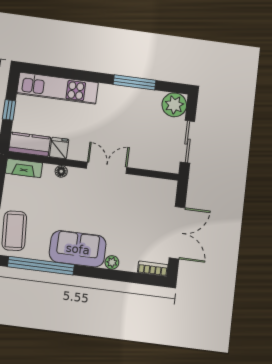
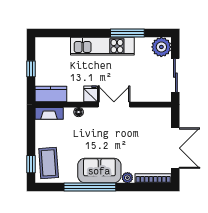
kitchen unit: (58, 88) -> (102, 46), moved
fridge: (59, 148) -> (91, 94), moved
window: (41, 266) -> (90, 187), moved
bookcase: (153, 269) -> (153, 178), width x1.56

